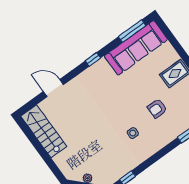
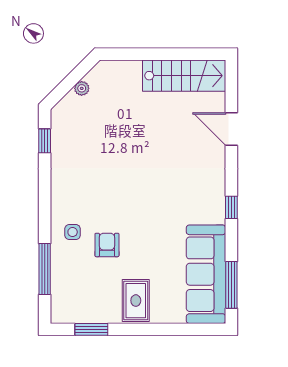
door: (53, 88) -> (231, 129), swing flipped
side table: (133, 133) -> (73, 232), moved

